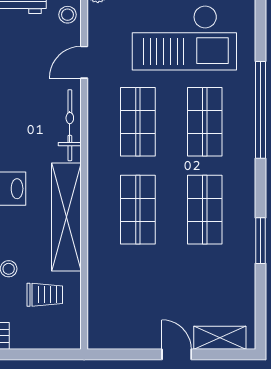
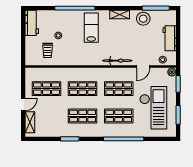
checkout: (184, 38) -> (153, 108), turned 180
door: (84, 62) -> (143, 66), swing flipped
shelving: (66, 217) -> (80, 59), removed
shop shelf: (138, 297) -> (46, 89), added

